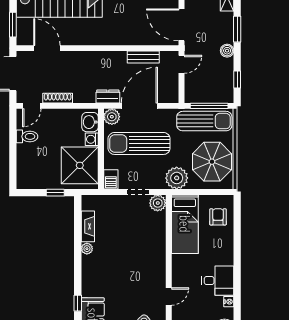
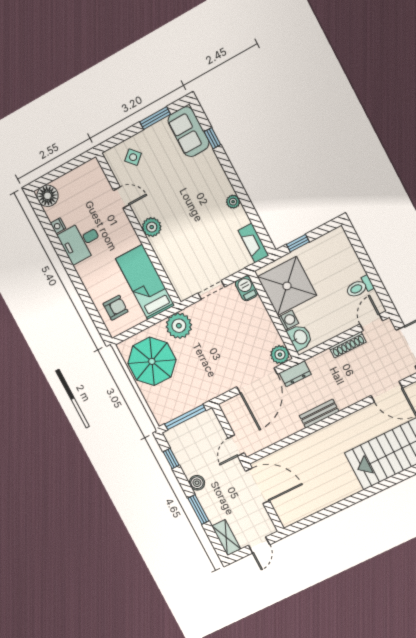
bench: (143, 57) -> (319, 414), moved
sun lounger: (204, 121) -> (182, 399), removed
sun lounger: (139, 143) -> (237, 341), removed
plant: (158, 203) -> (152, 227), moved
armchair: (218, 217) -> (115, 308), turned -90
fireplace: (88, 226) -> (253, 243), moved
door: (169, 296) -> (122, 198), swing flipped

